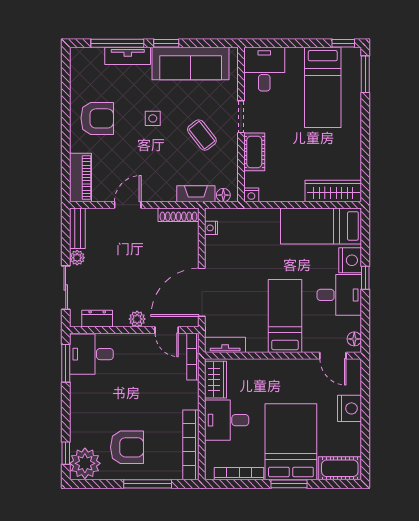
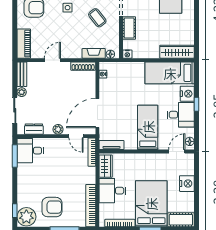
door: (333, 356) -> (177, 152), swing flipped

